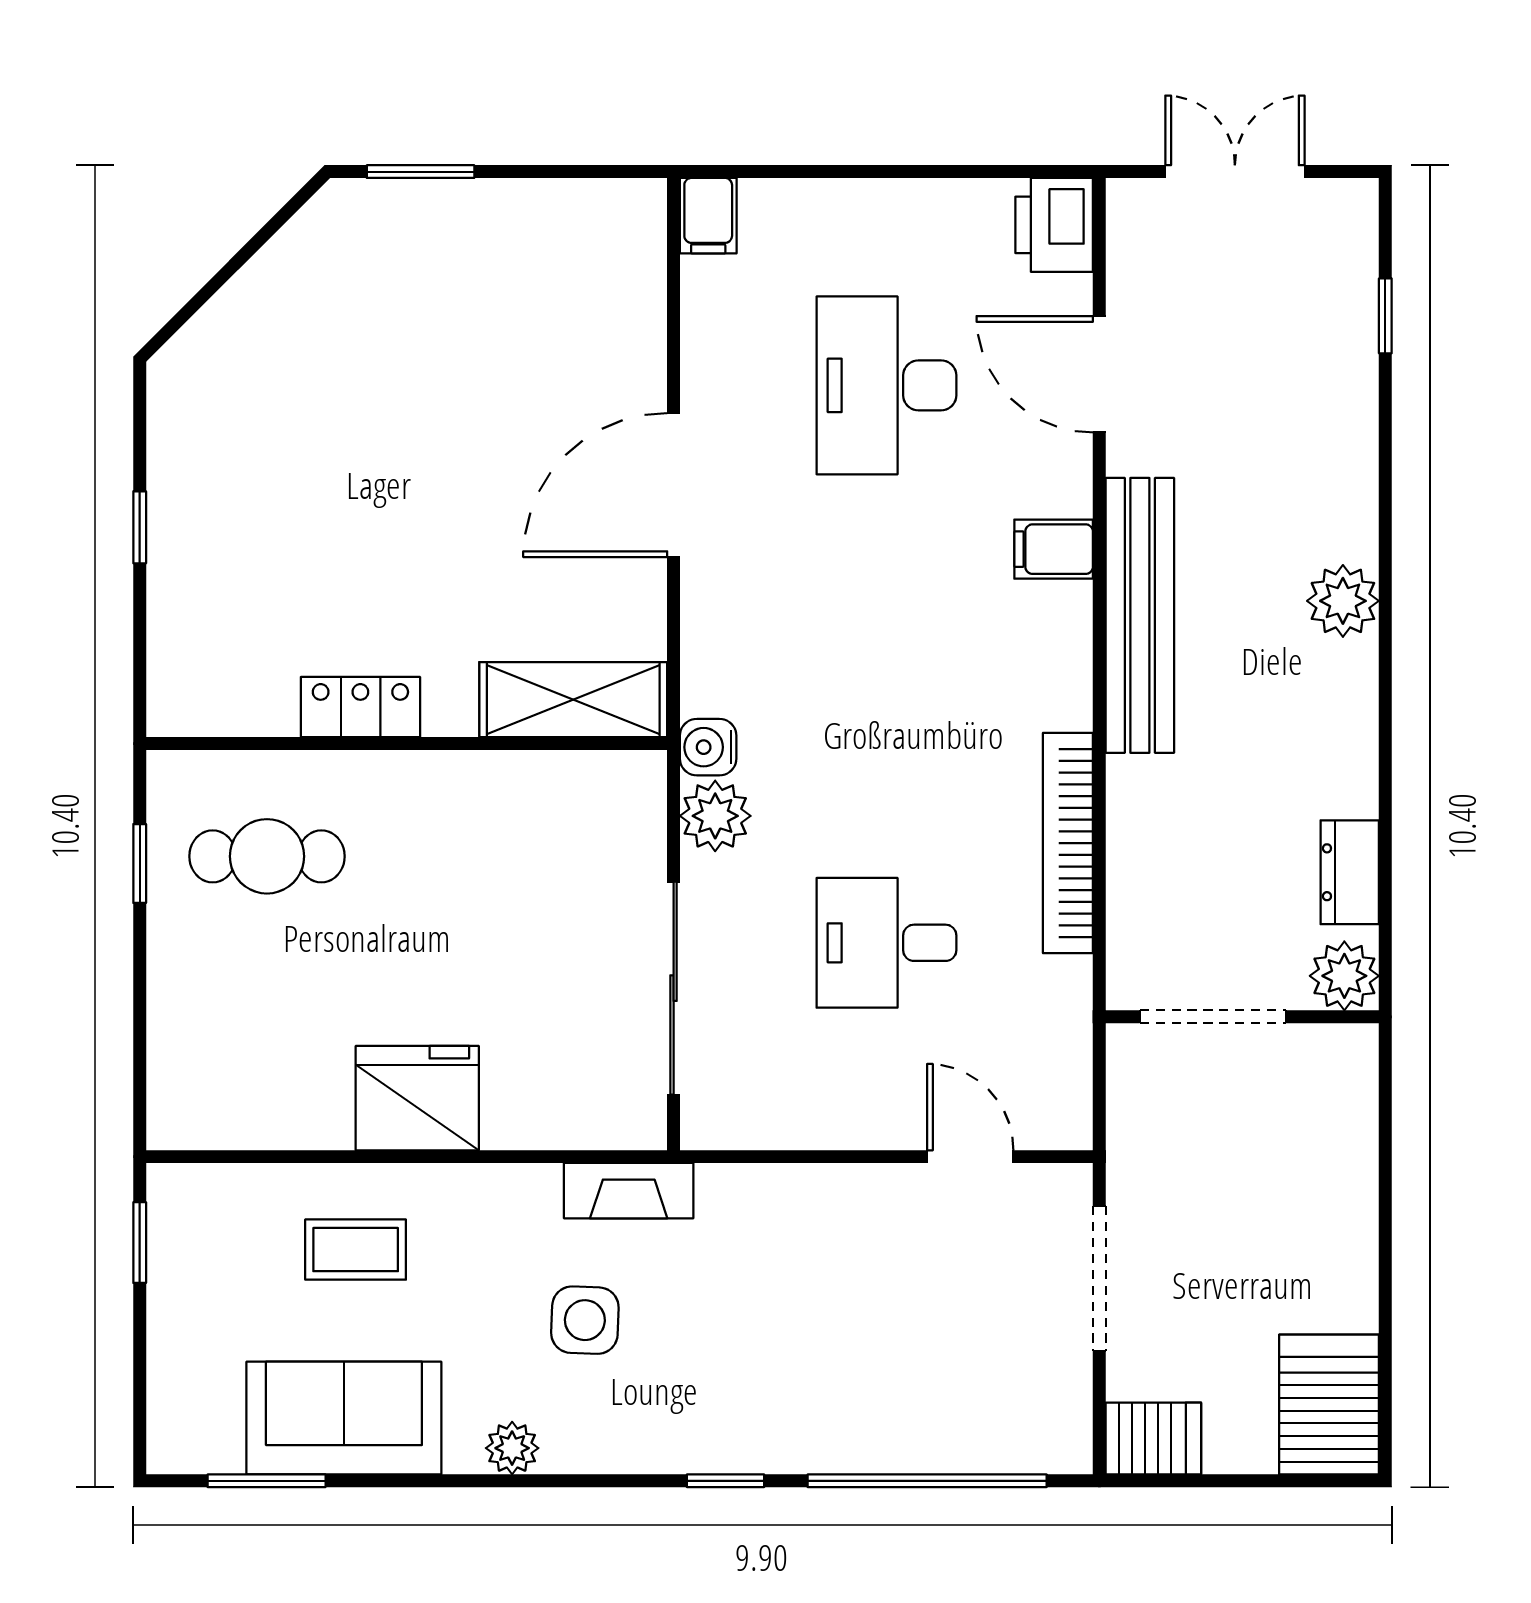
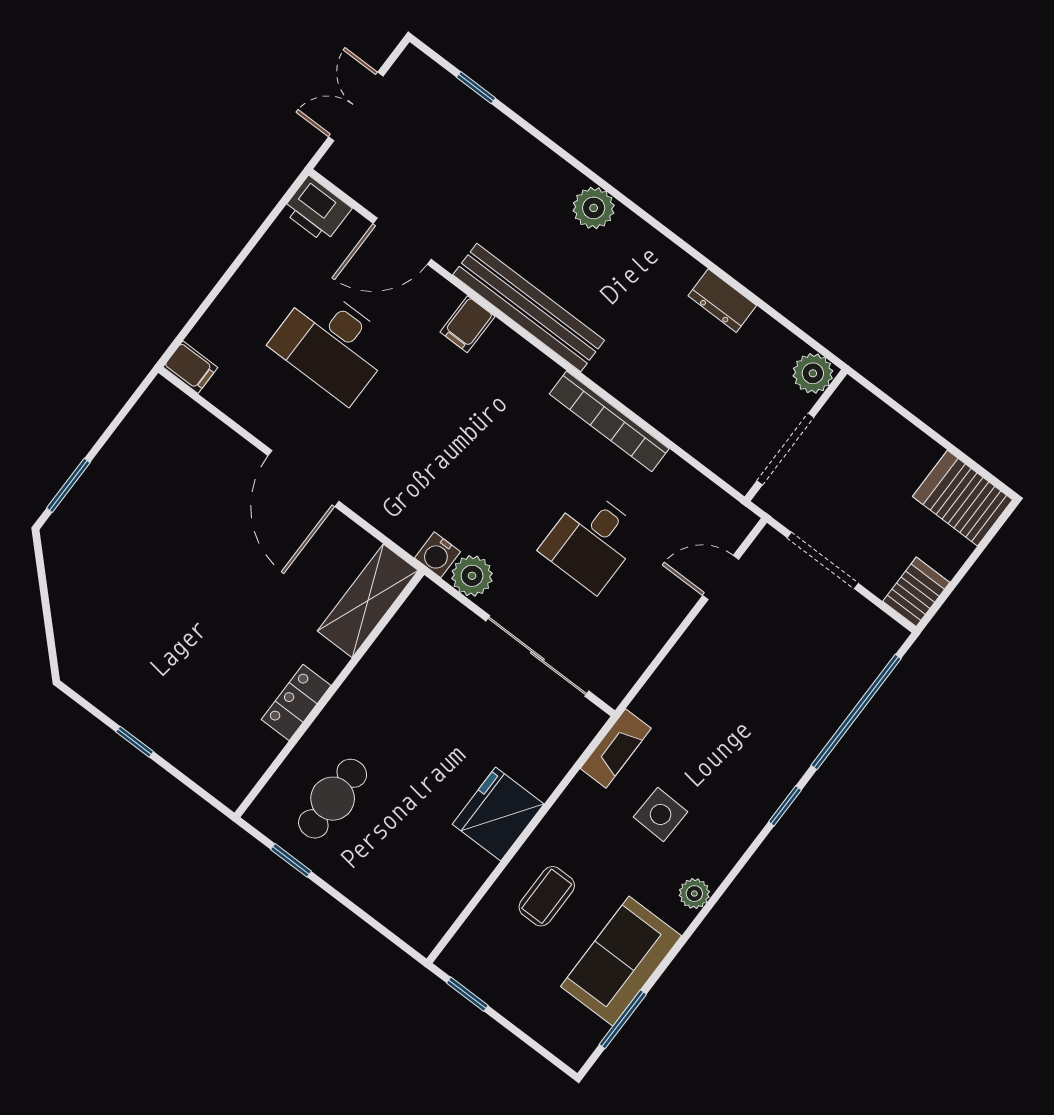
plant: (1344, 976) -> (813, 373), moved
doorway: (1213, 1017) -> (785, 449), moved
wall: (1242, 1017) -> (796, 435), moved

